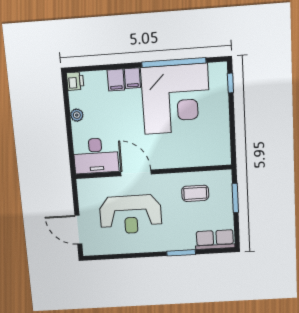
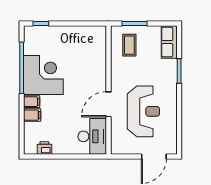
printer: (75, 81) -> (44, 148), moved
corner desk: (176, 99) -> (43, 75), width x0.74, depth x0.74
plant: (77, 115) -> (58, 149), removed
coffee table: (195, 193) -> (129, 45), moved

